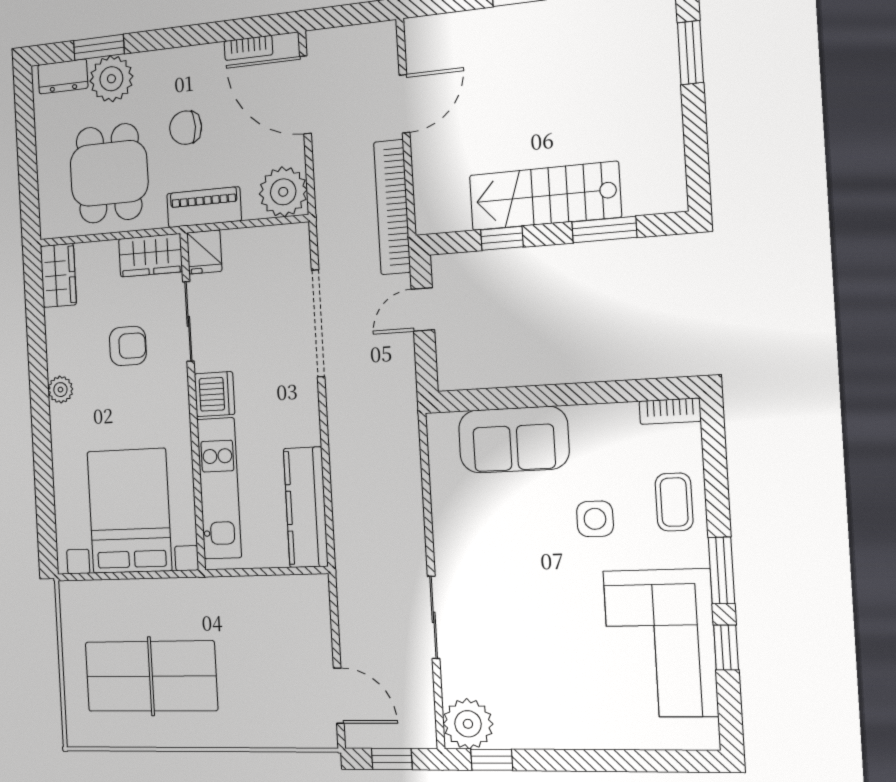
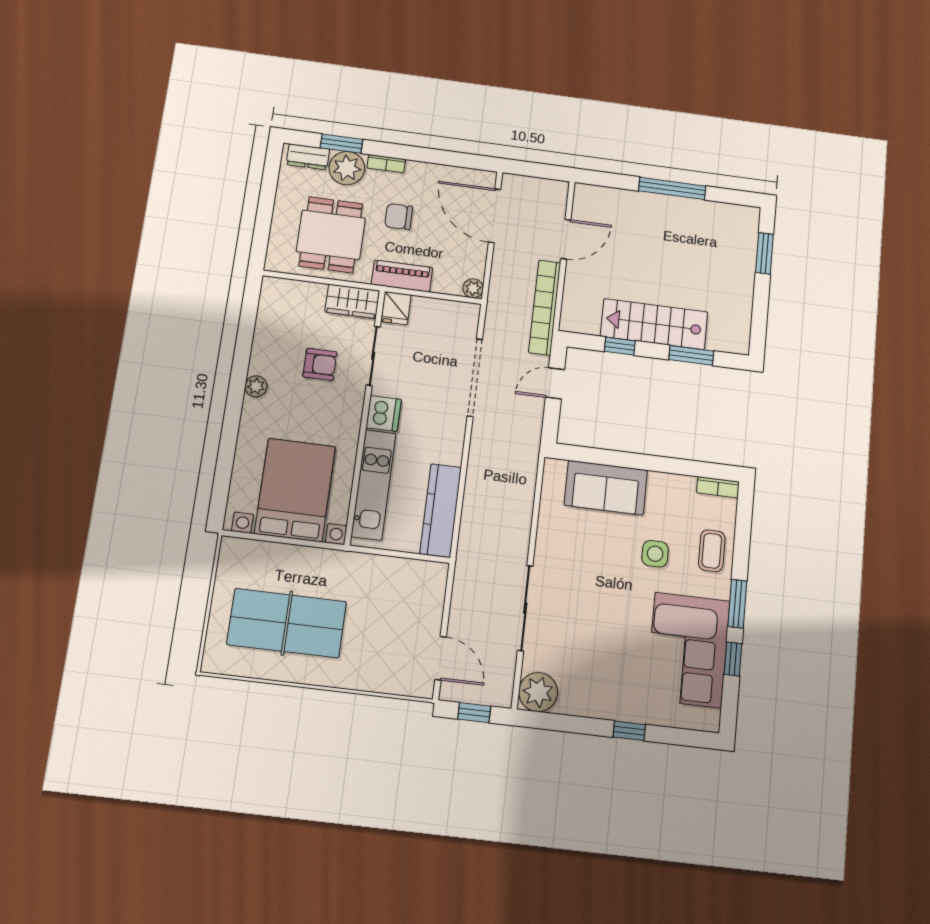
bookcase: (248, 48) -> (386, 164), moved
plant: (283, 192) -> (473, 288), width x0.53, depth x0.53
wardrobe: (58, 275) -> (273, 300), removed
sliding door: (434, 617) -> (525, 608), width x1.37
window: (492, 760) -> (629, 731), moved

